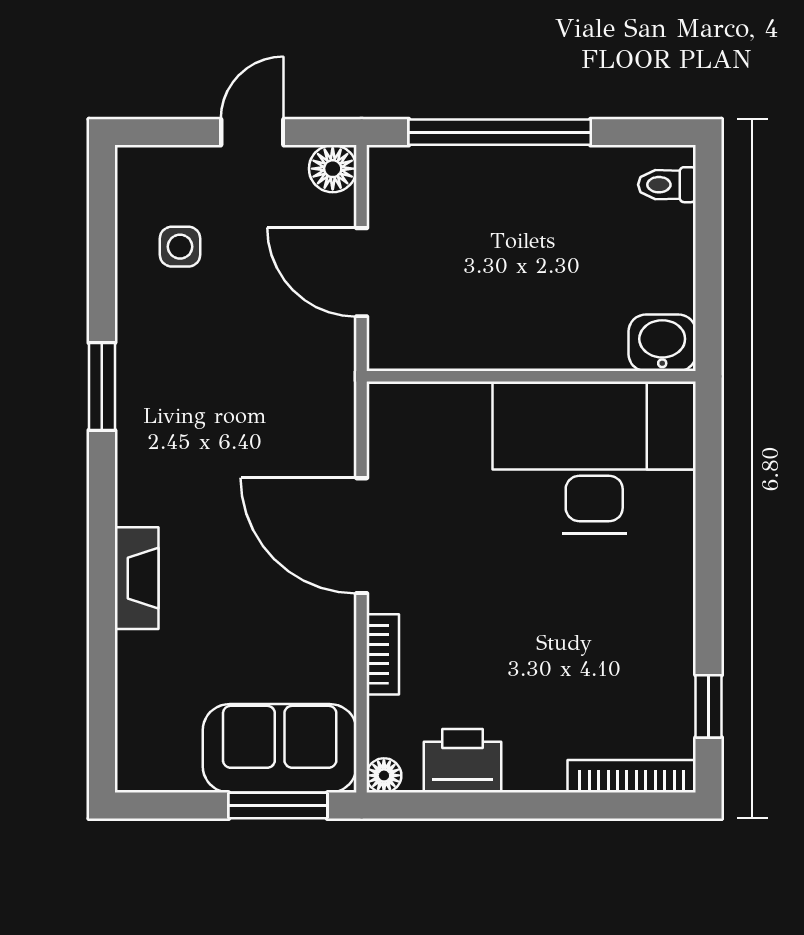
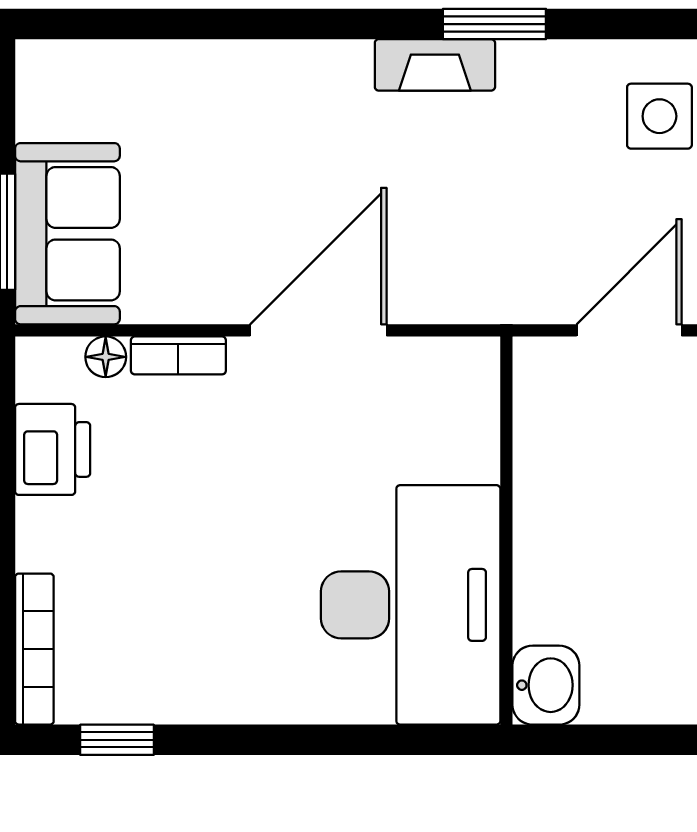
side table: (180, 247) -> (659, 116), width x1.37, depth x1.37
fireplace: (137, 578) -> (435, 65), moved
floor lamp: (384, 775) -> (106, 357), moved

